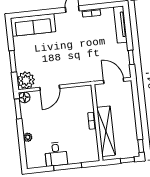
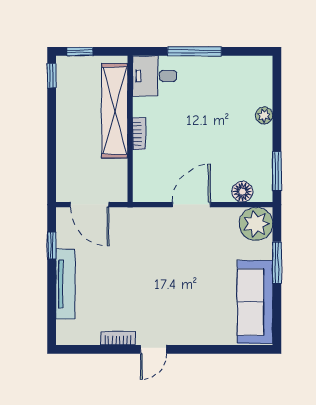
sofa: (33, 25) -> (255, 302), moved, turned -90
tv unit: (120, 25) -> (65, 284), moved
door: (50, 88) -> (191, 205), moved
floor lamp: (24, 97) -> (242, 192), moved
desk: (56, 154) -> (155, 76), moved, turned -90

